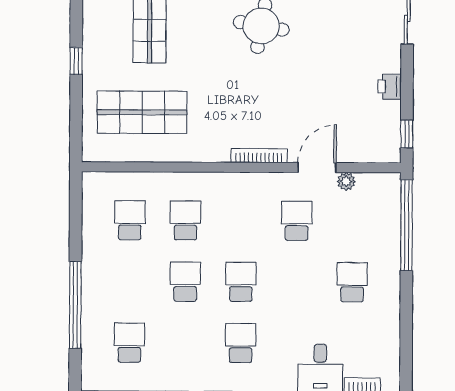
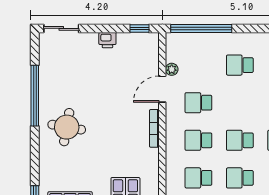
door: (317, 168) -> (162, 89), hinge flipped
school desk: (241, 221) -> (198, 140), added

